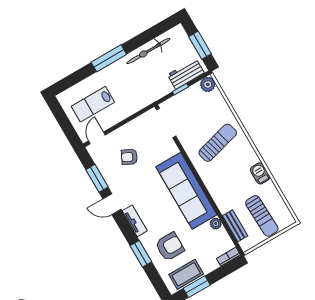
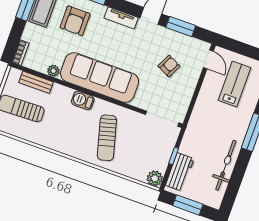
barbecue: (260, 173) -> (83, 100), moved, turned 180

